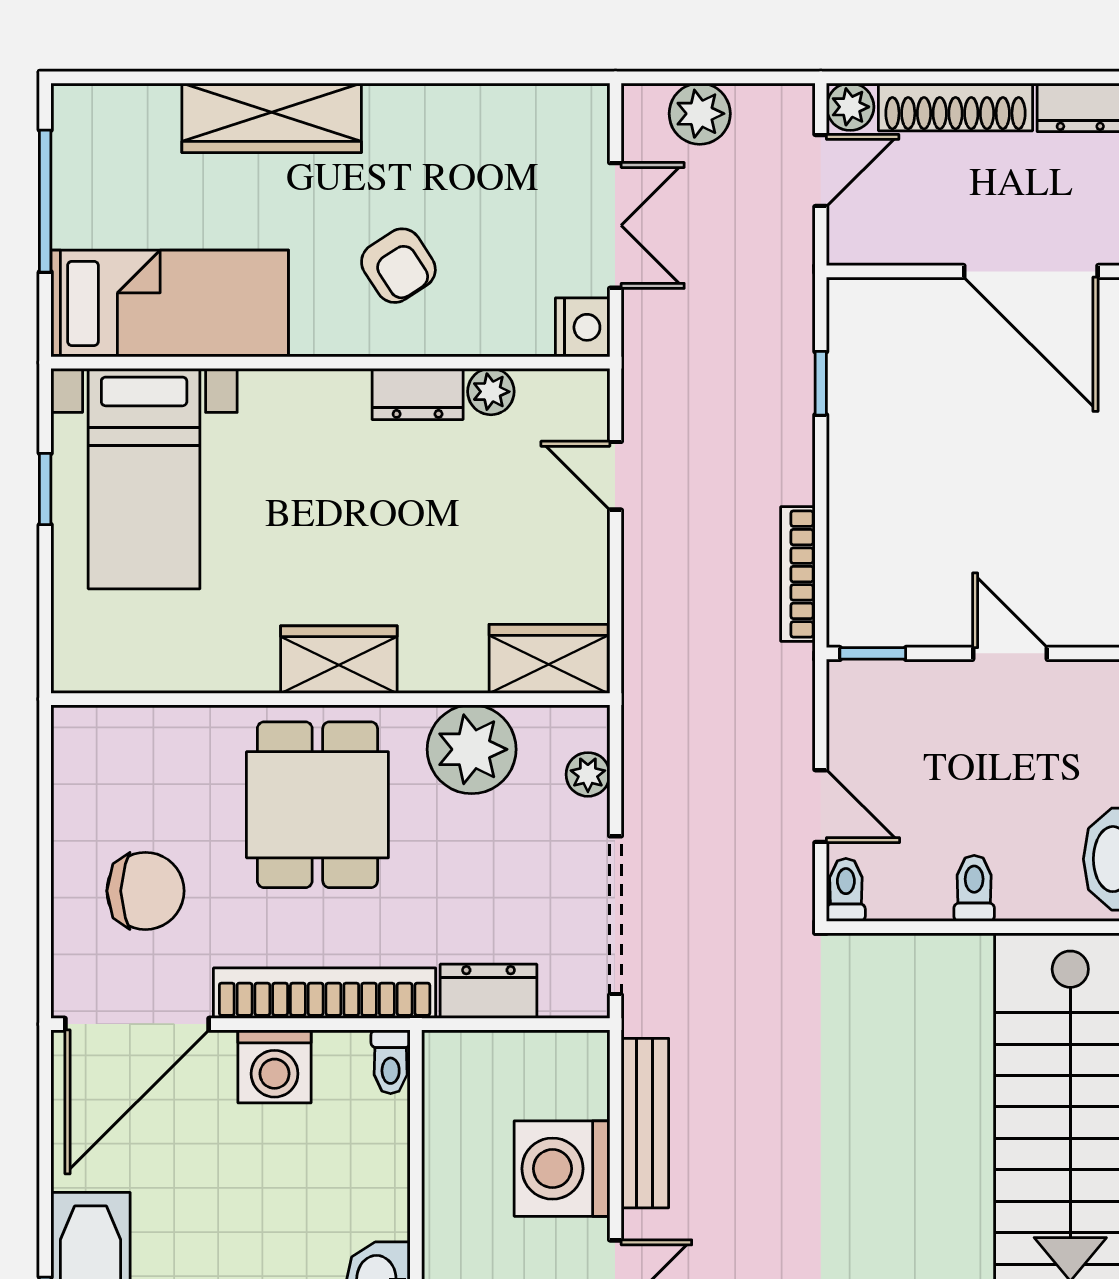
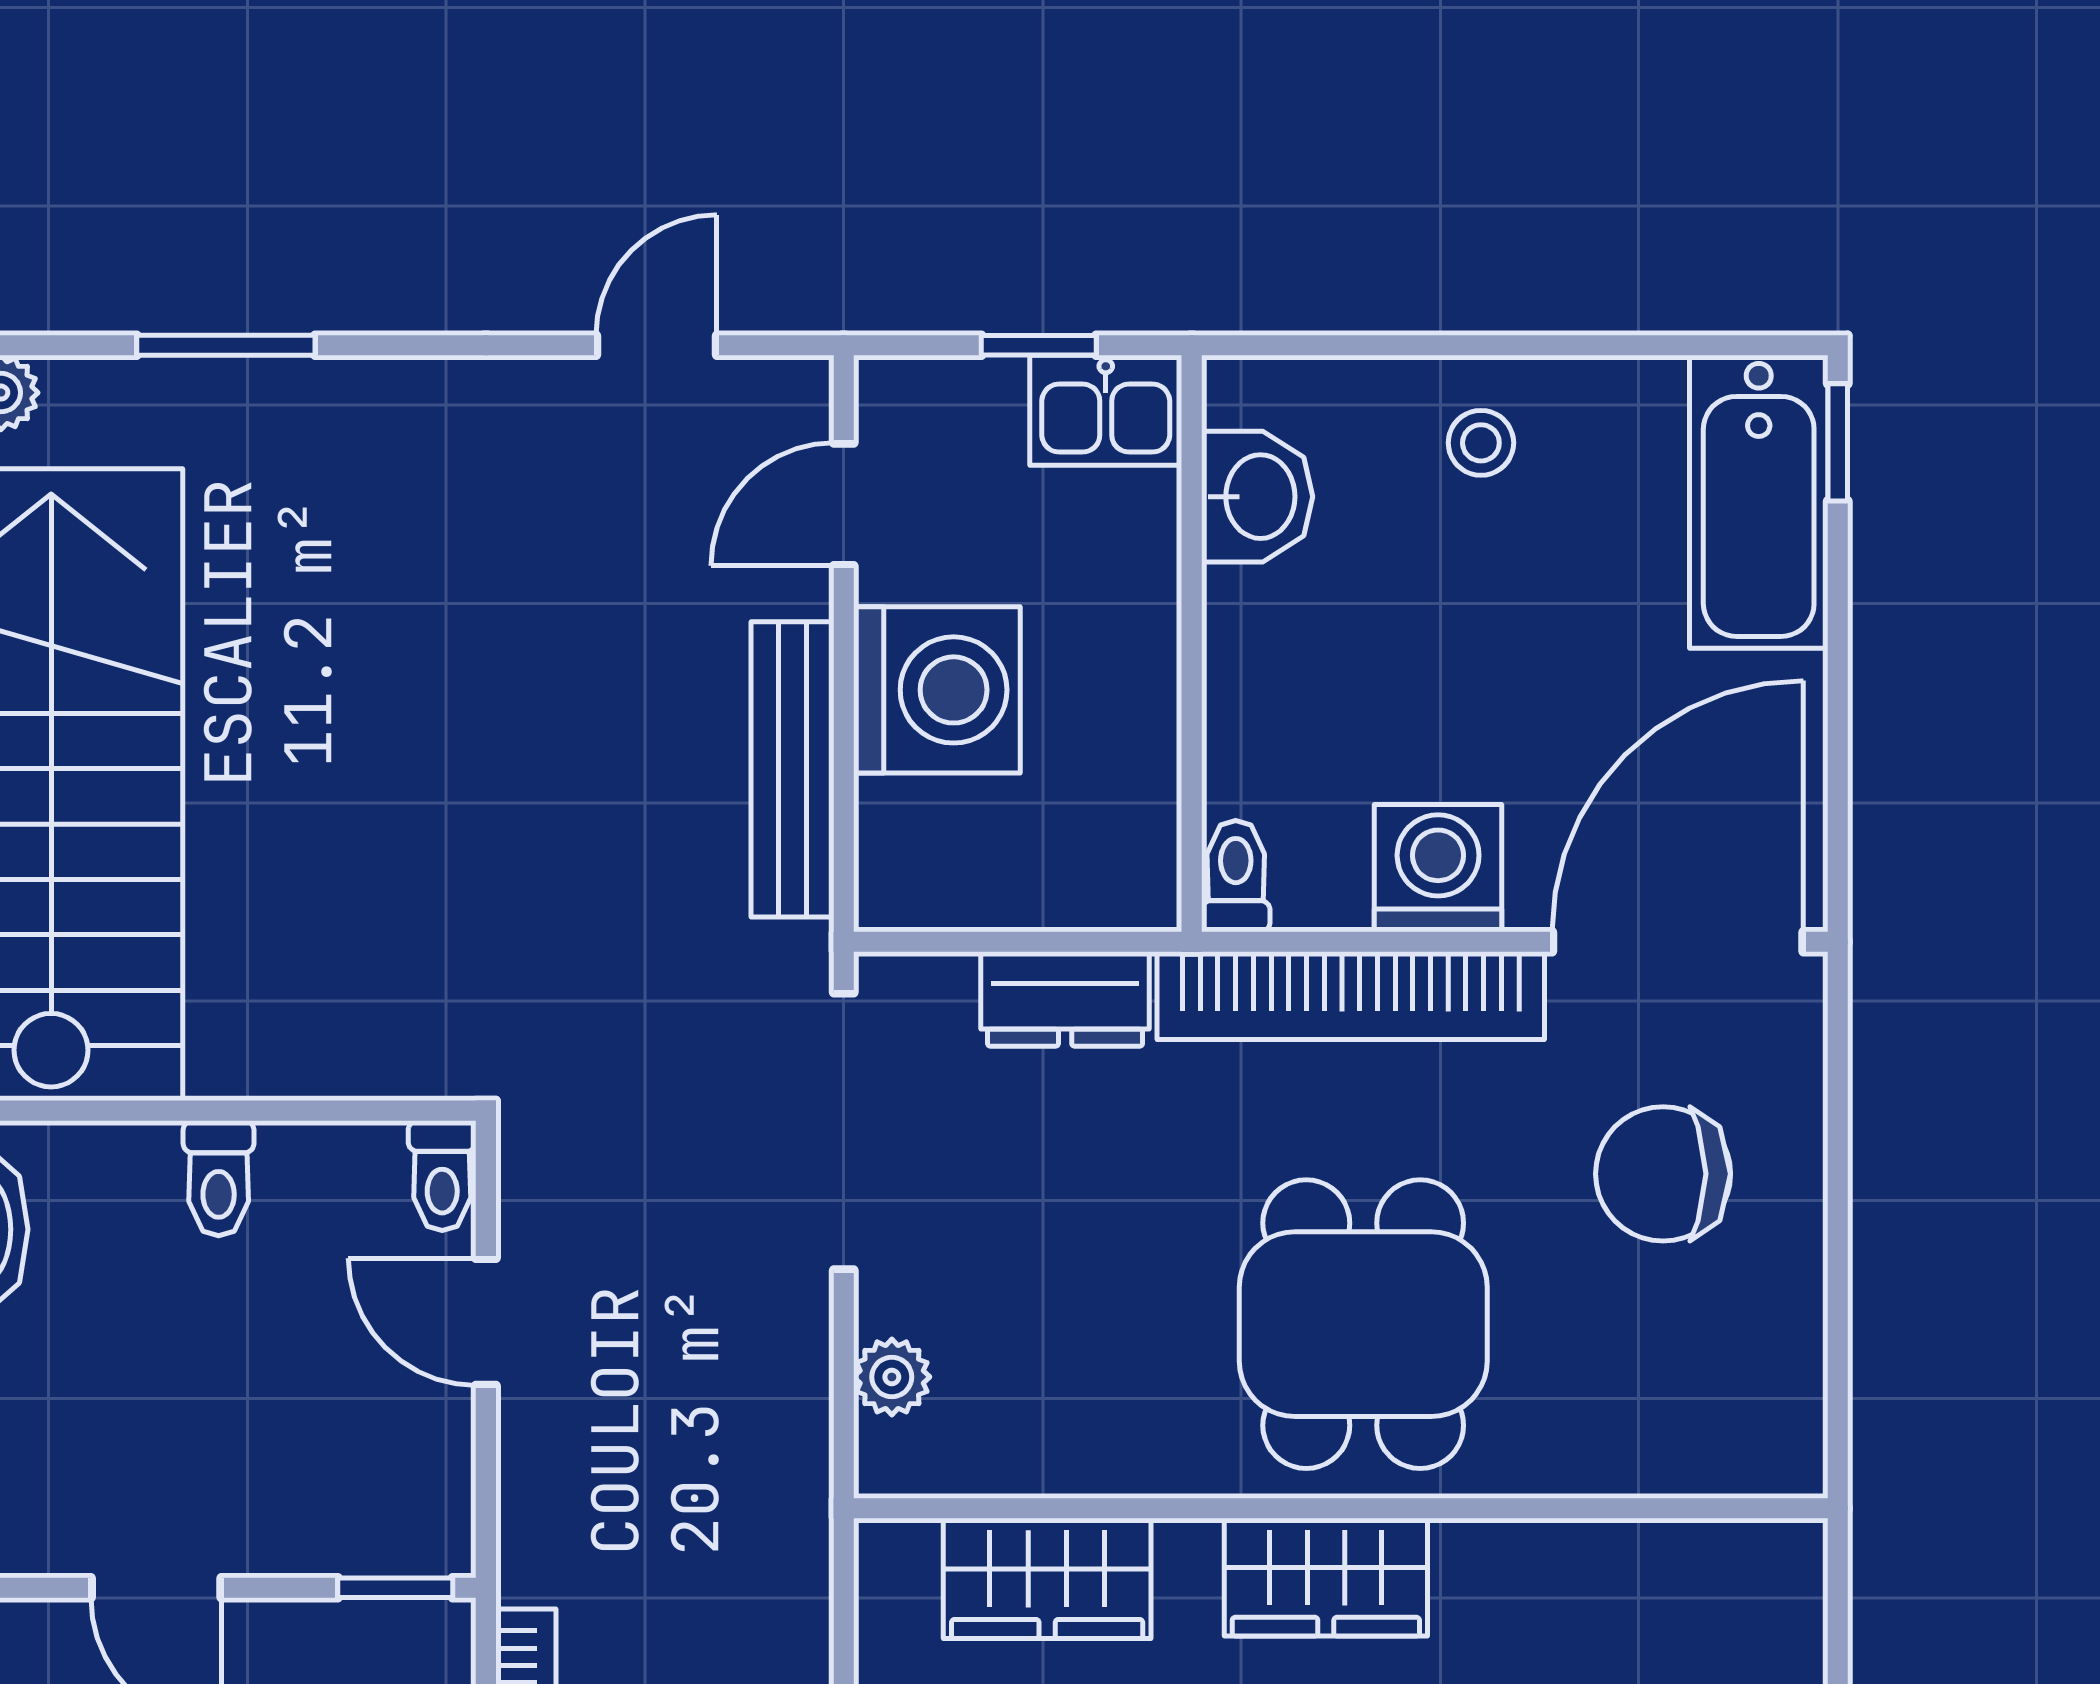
wardrobe: (549, 659) -> (1047, 1578), moved
plant: (472, 749) -> (1094, 1421), removed

